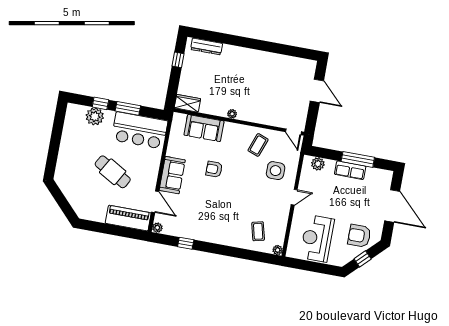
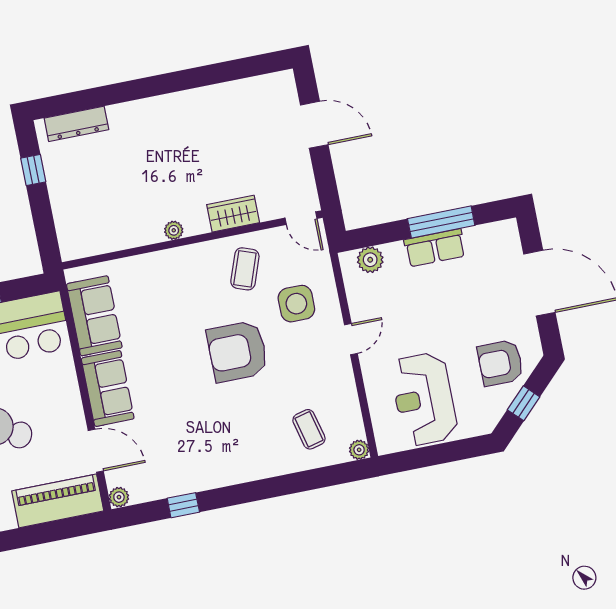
wardrobe: (187, 103) -> (233, 214), moved
sofa: (204, 128) -> (94, 316), moved, turned -90
armchair: (214, 169) -> (237, 351), moved, width x1.88, depth x1.88

